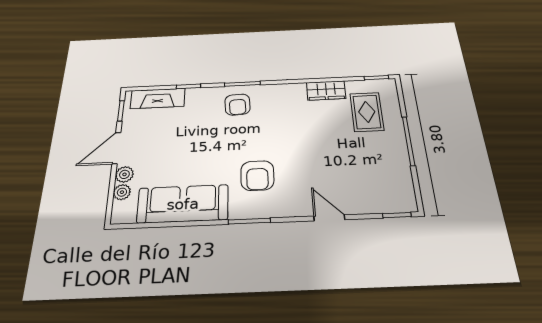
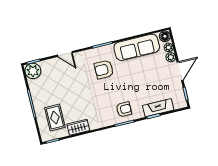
fireplace: (158, 98) -> (158, 108), moved
armchair: (237, 105) -> (124, 109), turned 93
armchair: (257, 176) -> (104, 69), turned -90
plant: (400, 198) -> (33, 71), added
floor lamp: (122, 214) -> (165, 36), added

